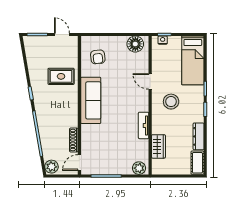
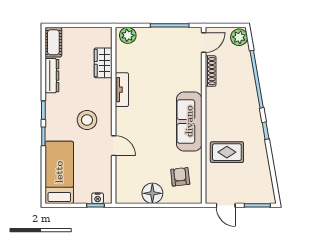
floor lamp: (135, 44) -> (152, 193), moved

